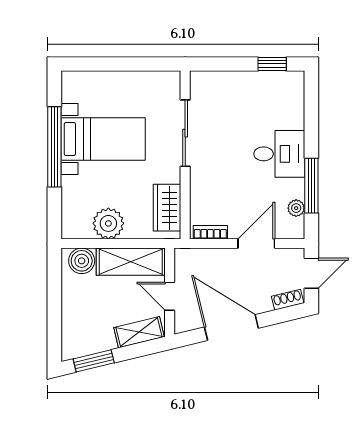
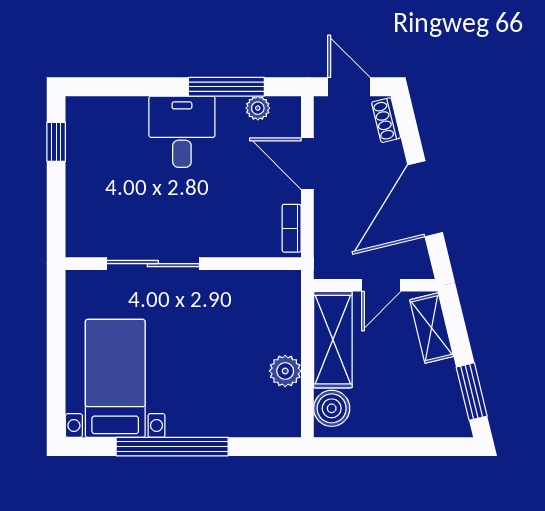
bed with nightstands: (103, 139) -> (115, 378), moved
wardrobe: (167, 208) -> (257, 289), removed
plant: (108, 223) -> (285, 371), width x0.73, depth x0.73

